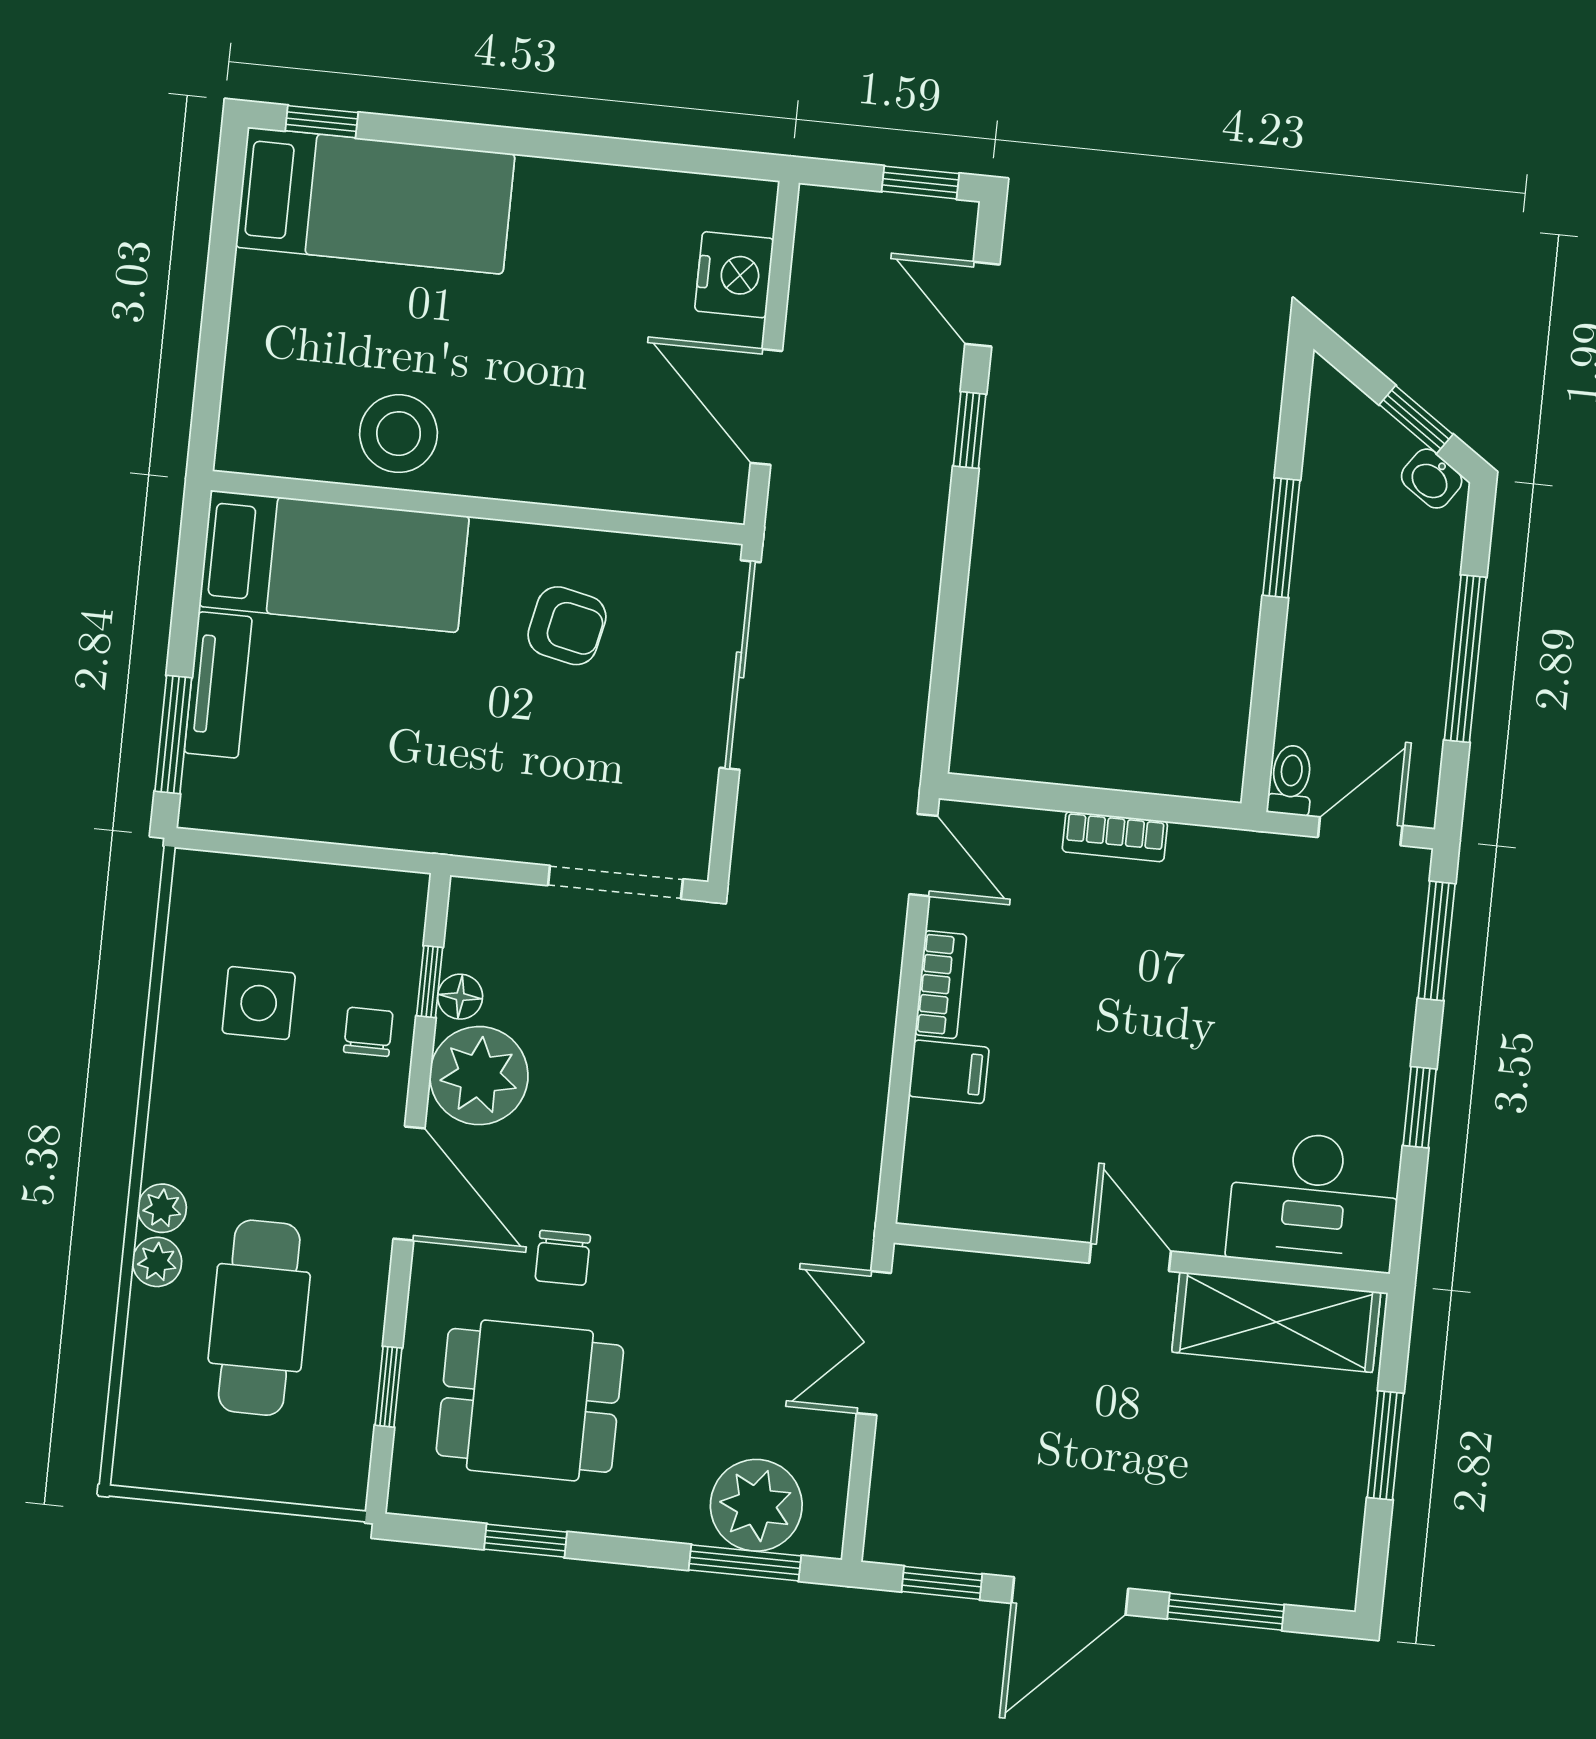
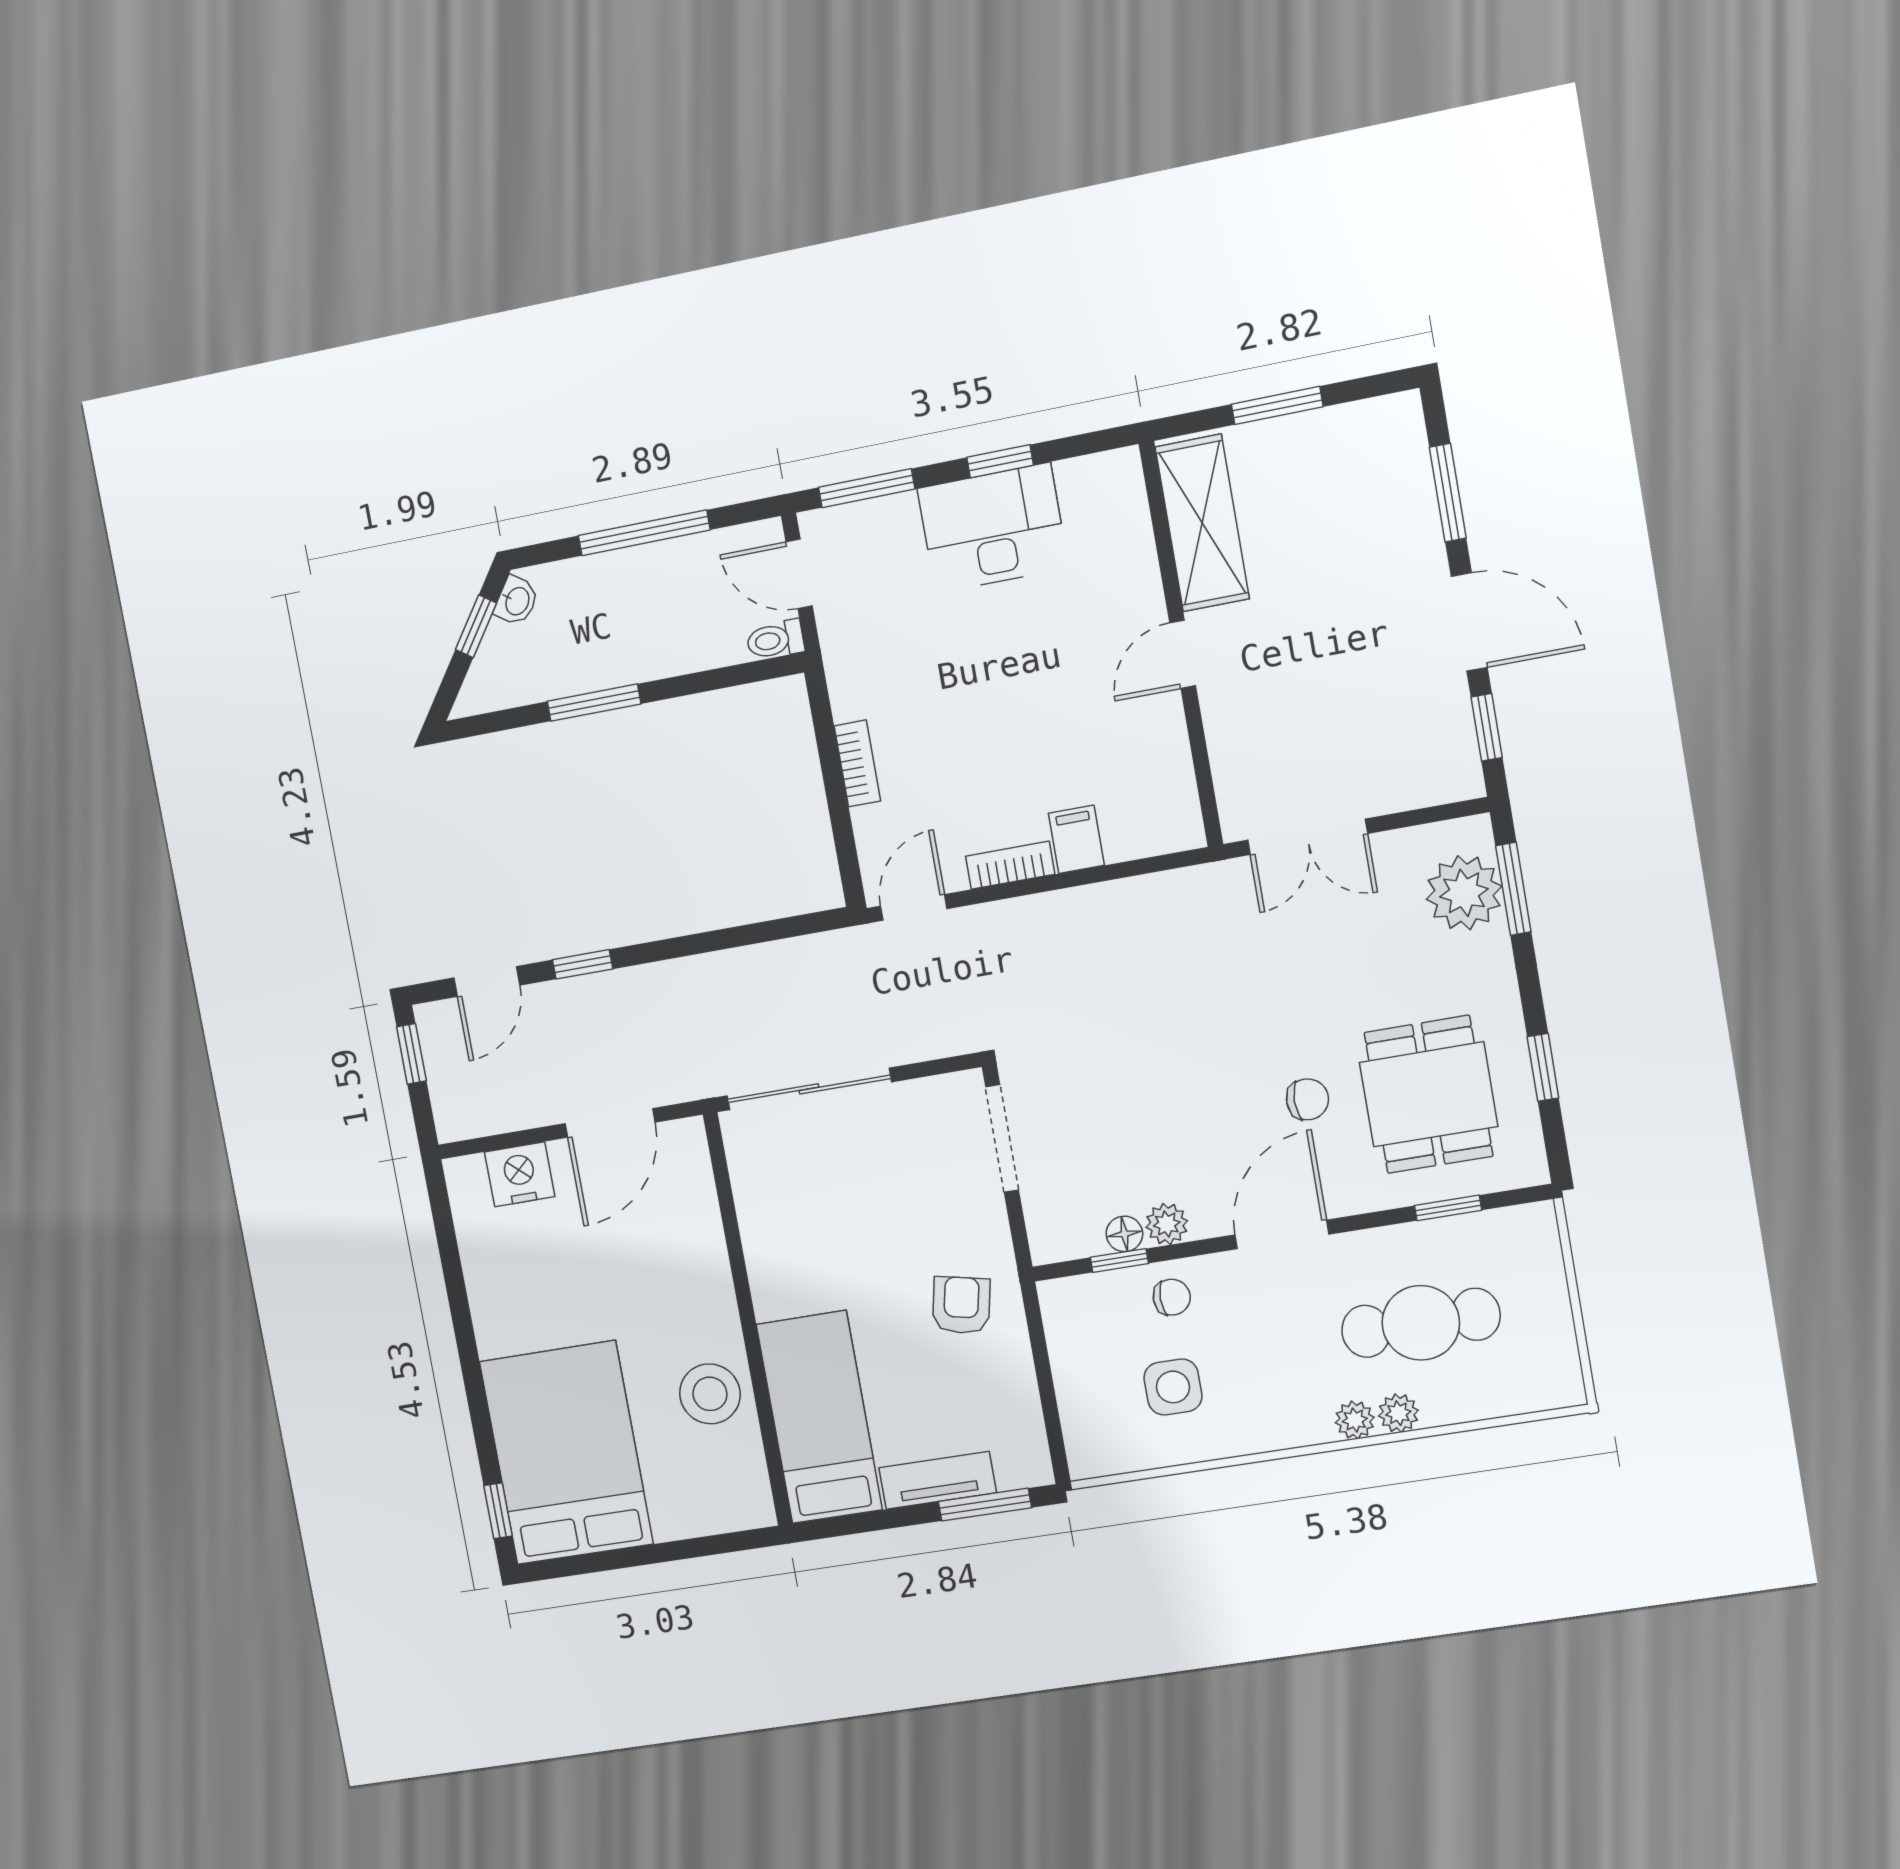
bed: (375, 201) -> (566, 1453), width x1.50
armchair: (567, 626) -> (961, 1305), moved
chair: (368, 1032) -> (1172, 1297), turned 180
plant: (479, 1076) -> (1167, 1224), width x0.53, depth x0.53
desk: (1314, 1201) -> (993, 528), moved, turned -90

